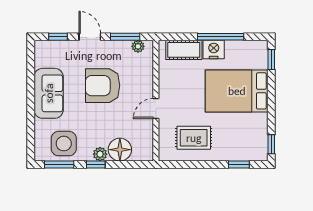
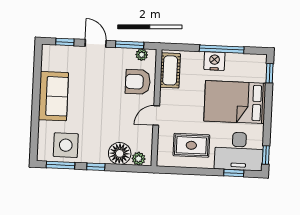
cot: (184, 50) -> (170, 70), moved, turned 90
armchair: (103, 86) -> (138, 82), moved, width x0.73, depth x0.73
desk: (243, 142) -> (239, 151), added
plant: (100, 154) -> (139, 159), moved

